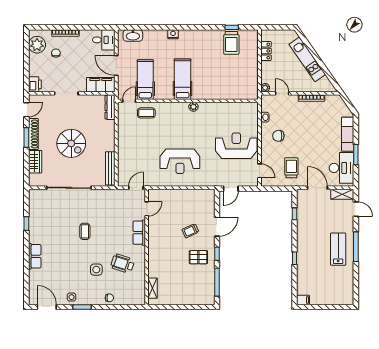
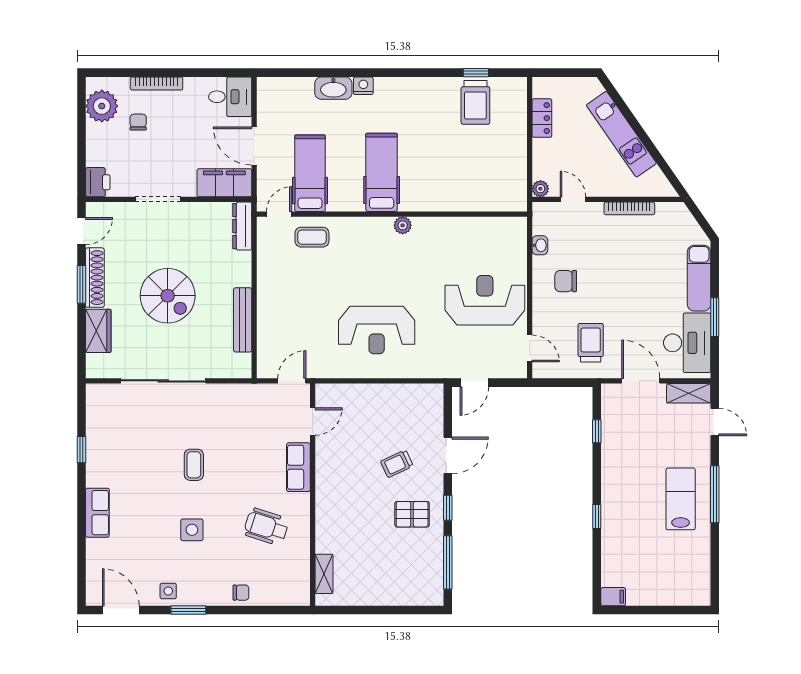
washbasin: (133, 35) -> (333, 88), moved
bench: (110, 168) -> (243, 320), moved
side table: (96, 270) -> (192, 530), moved

